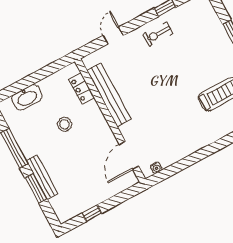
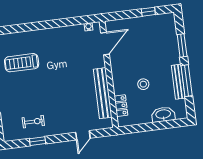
exercise bike: (158, 34) -> (33, 122), moved
bench: (42, 177) -> (178, 82), moved

